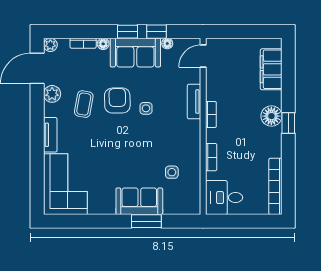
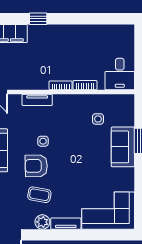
plant: (52, 94) -> (42, 222), moved
bookcase: (211, 115) -> (61, 85), moved
floor lamp: (271, 116) -> (50, 33), removed
window: (288, 123) -> (38, 19), moved
bookcase: (275, 186) -> (110, 30), removed

